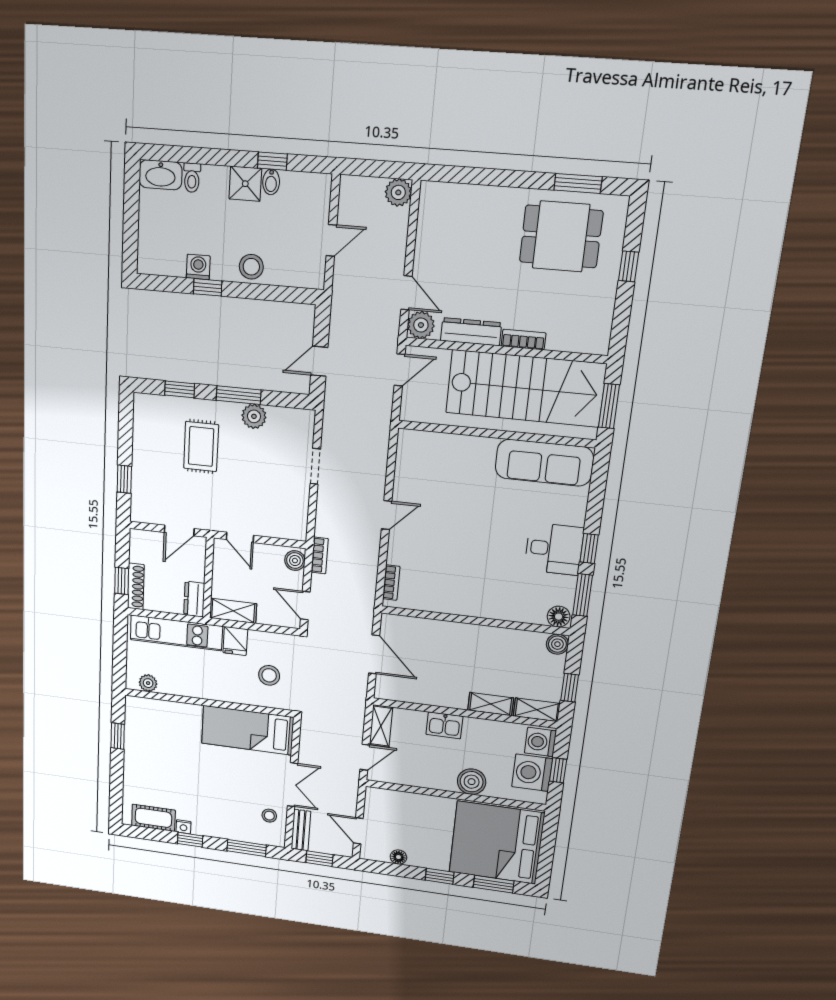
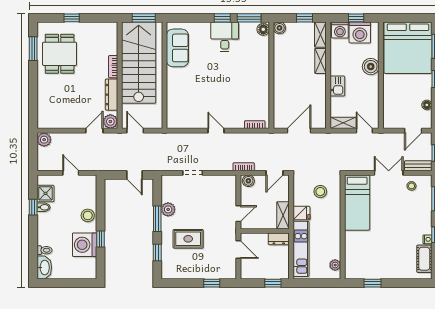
shower: (245, 184) -> (46, 193), moved
washing machine: (198, 267) -> (85, 245), width x1.89, depth x1.89
sofa: (544, 463) -> (177, 48), width x0.73
shoe rack: (136, 586) -> (275, 274), removed

